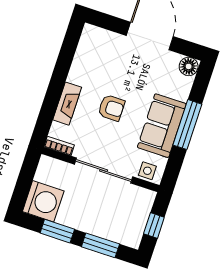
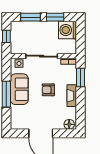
floor lamp: (189, 66) -> (69, 124), moved
fireplace: (67, 104) -> (72, 96), moved
window: (48, 111) -> (81, 77), added

